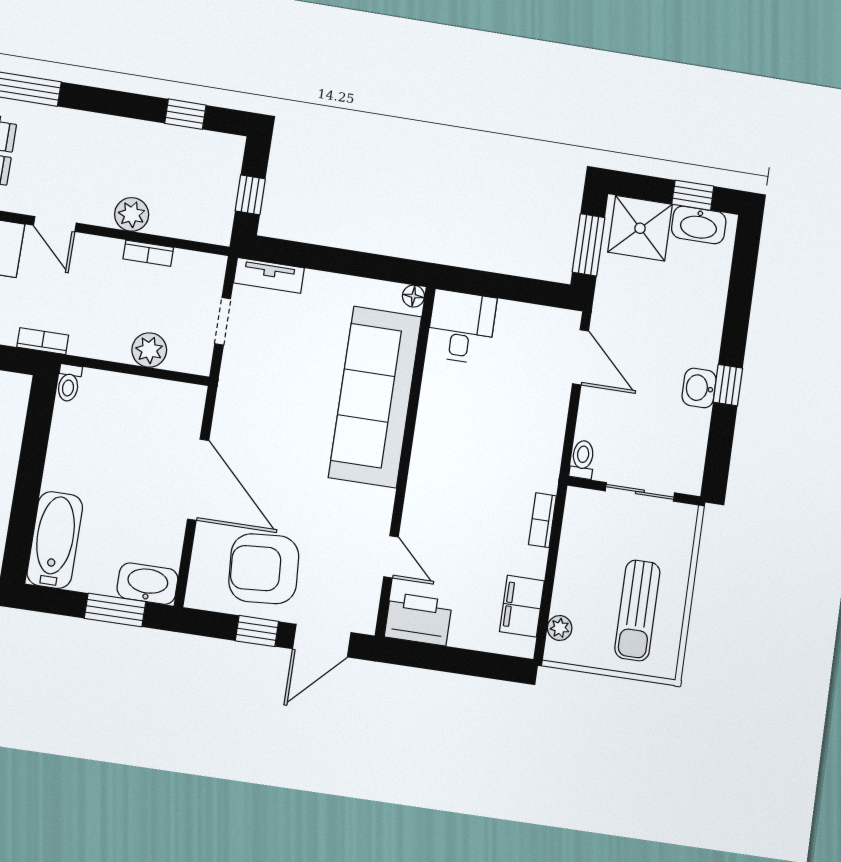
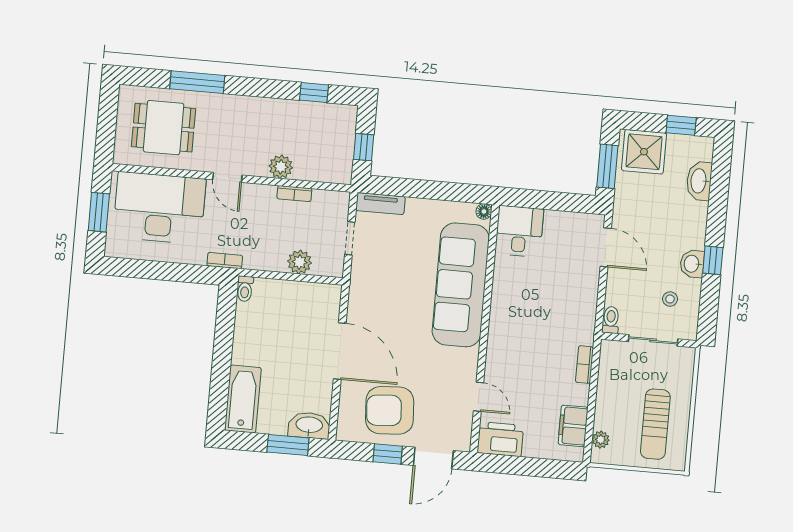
washbasin: (699, 225) -> (699, 181), moved, turned 90
stool: (666, 435) -> (670, 299), added

